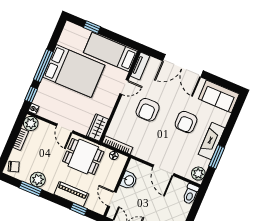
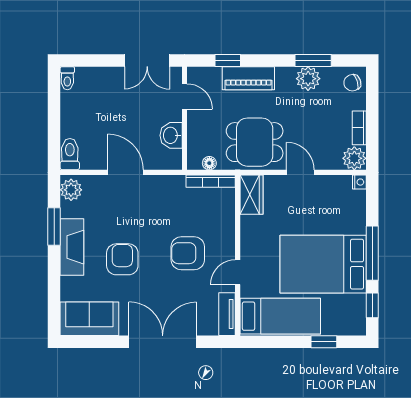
window: (31, 95) -> (372, 305), moved
armchair: (148, 110) -> (188, 253), turned -90

